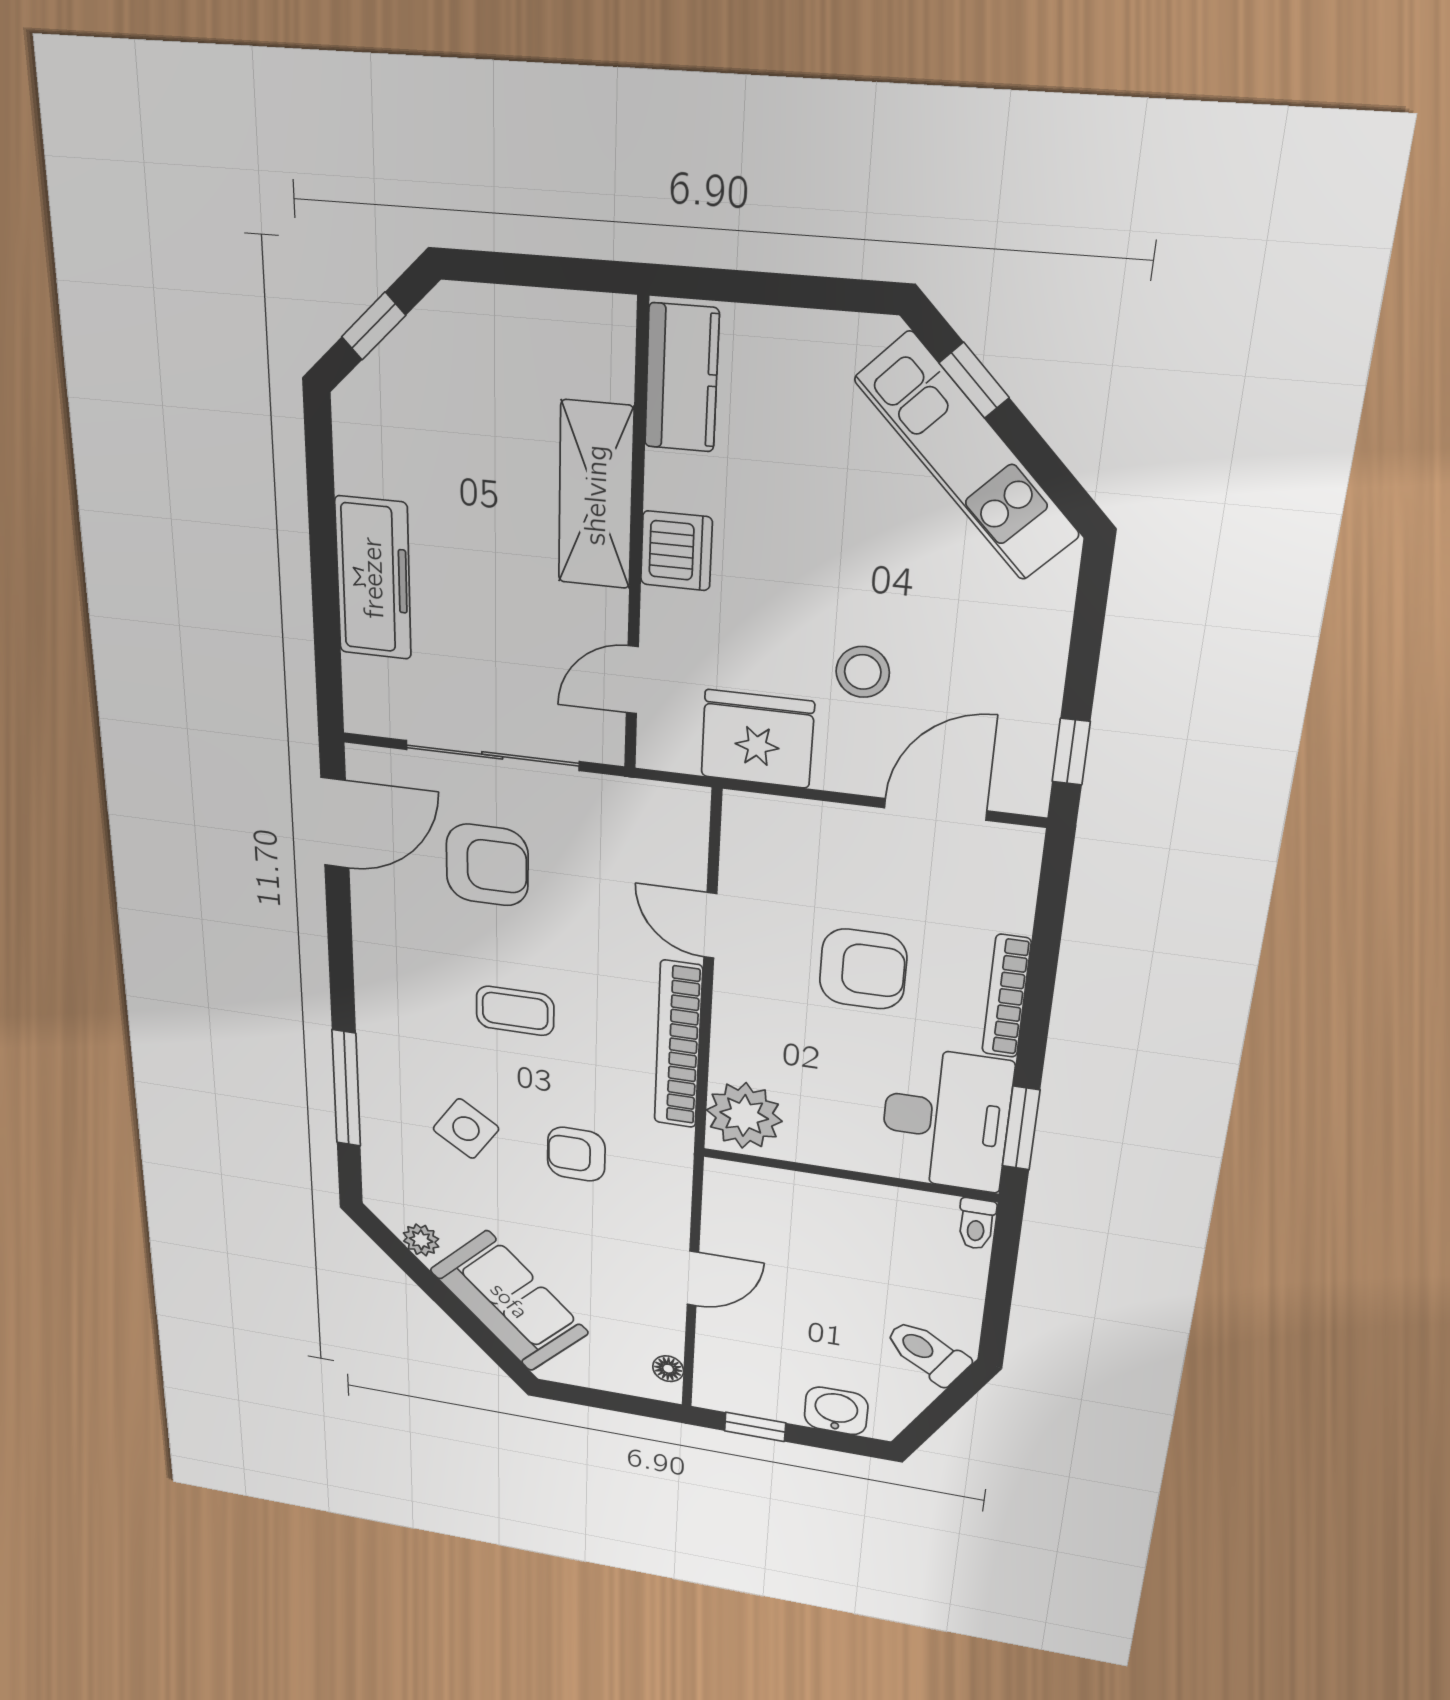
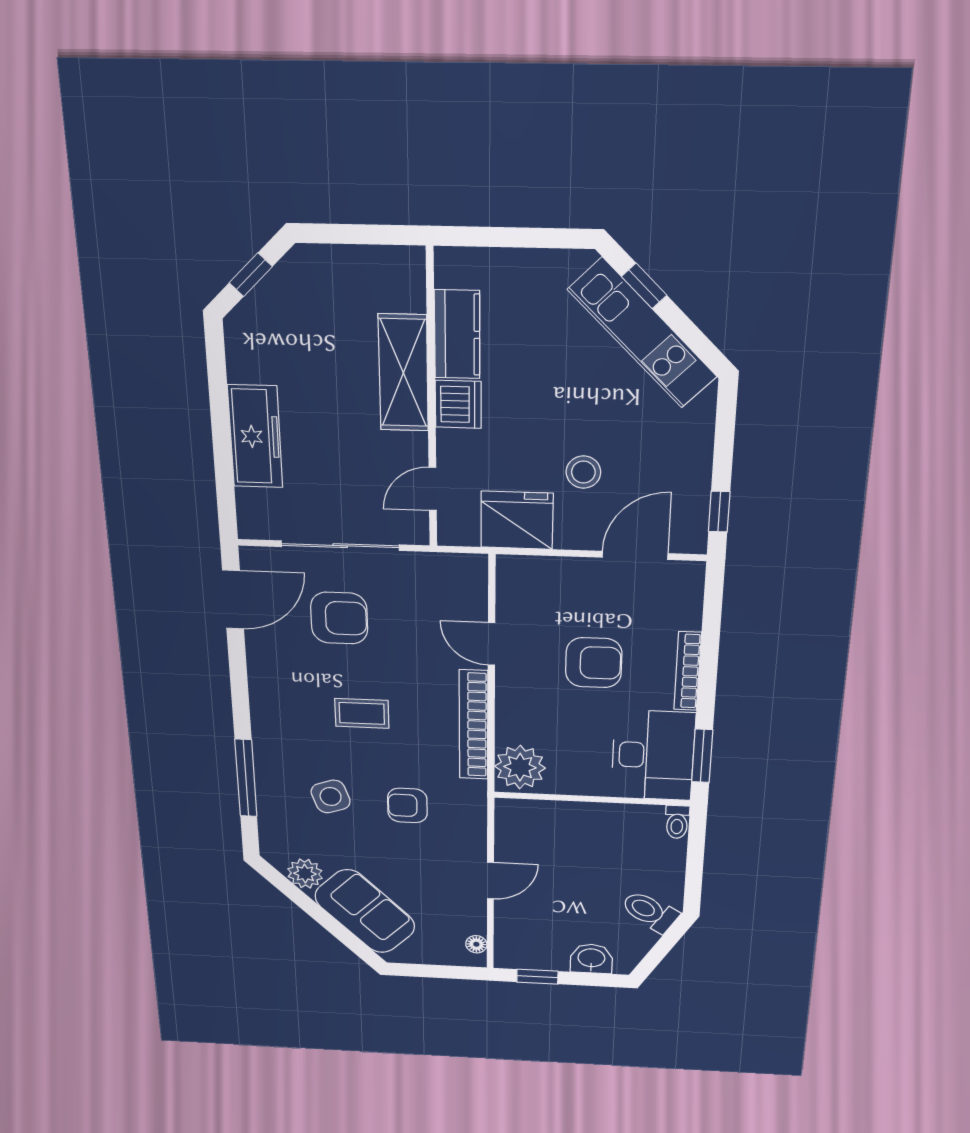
kitchen counter: (682, 378) -> (457, 334), moved
side table: (466, 1129) -> (331, 796), turned 37
plant: (421, 1240) -> (305, 874), width x1.38, depth x1.38

